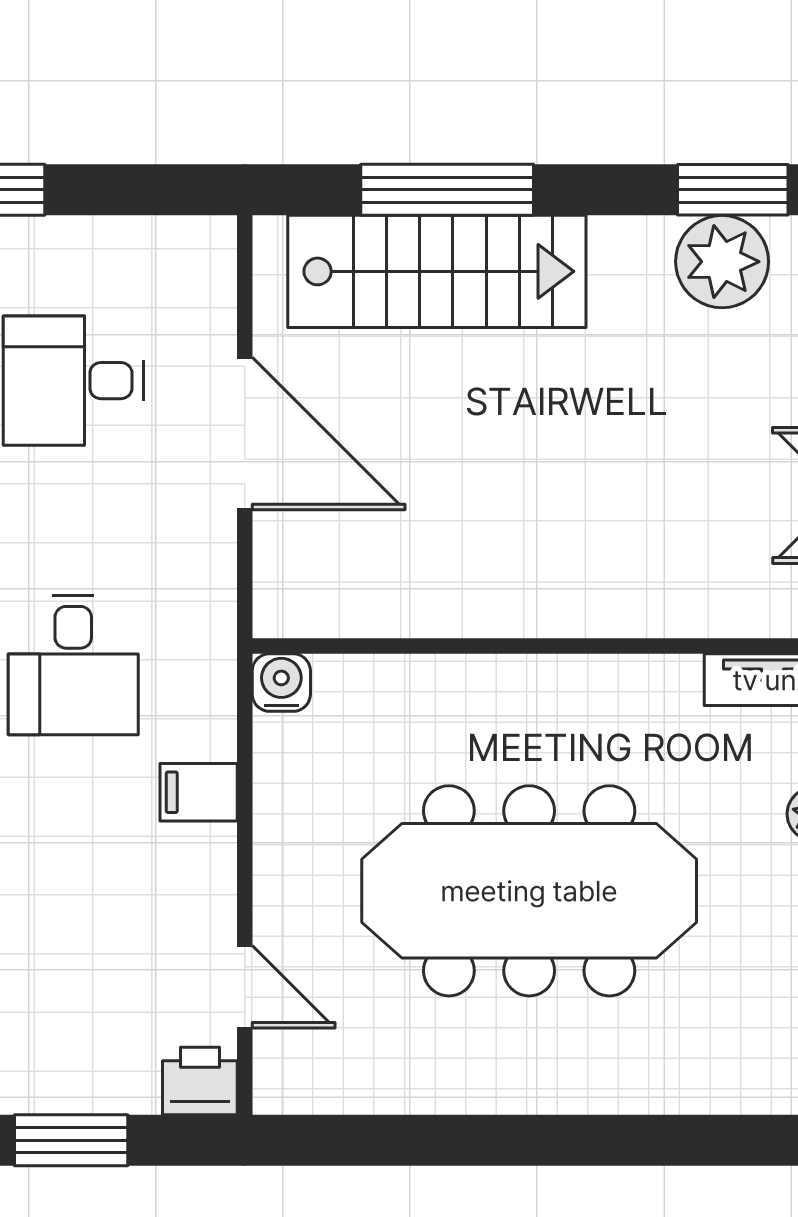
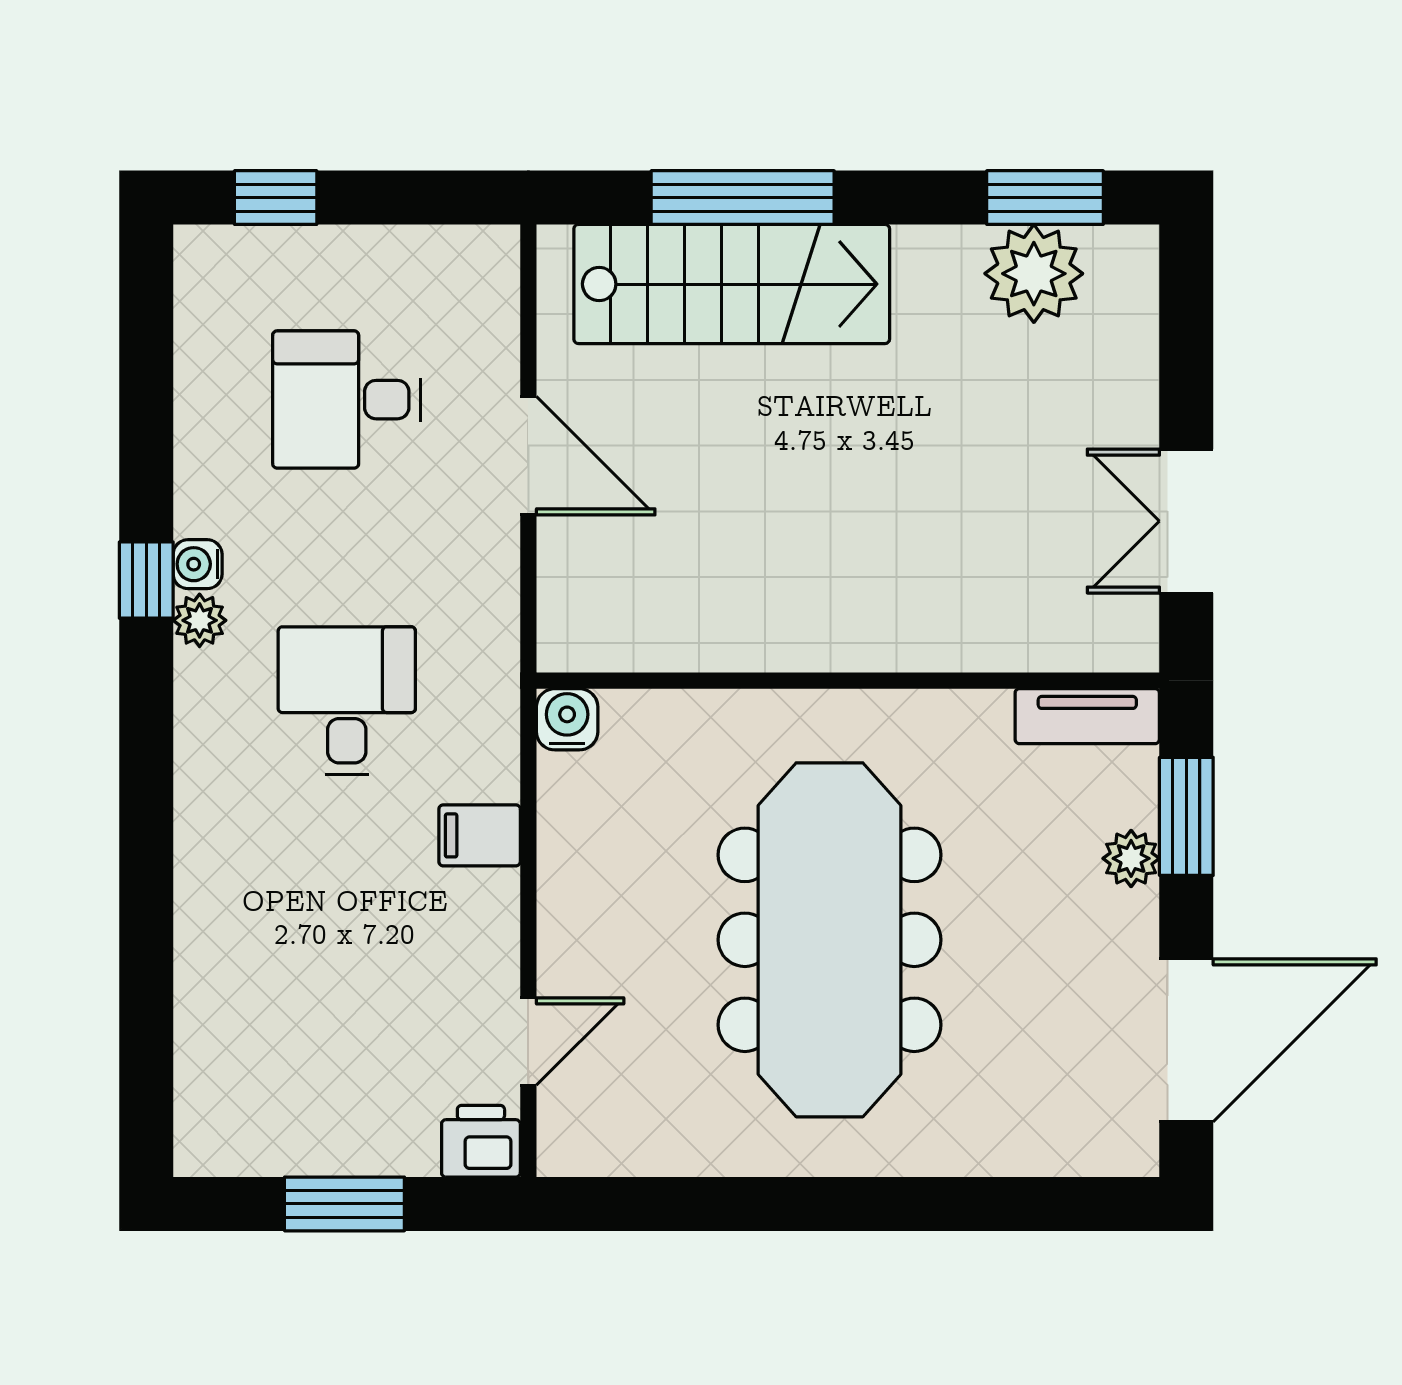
door: (245, 434) -> (528, 456), width x0.73
desk: (73, 665) -> (347, 701), turned 180
meeting table: (529, 891) -> (830, 940), turned 90
door: (245, 987) -> (528, 1042), hinge flipped

